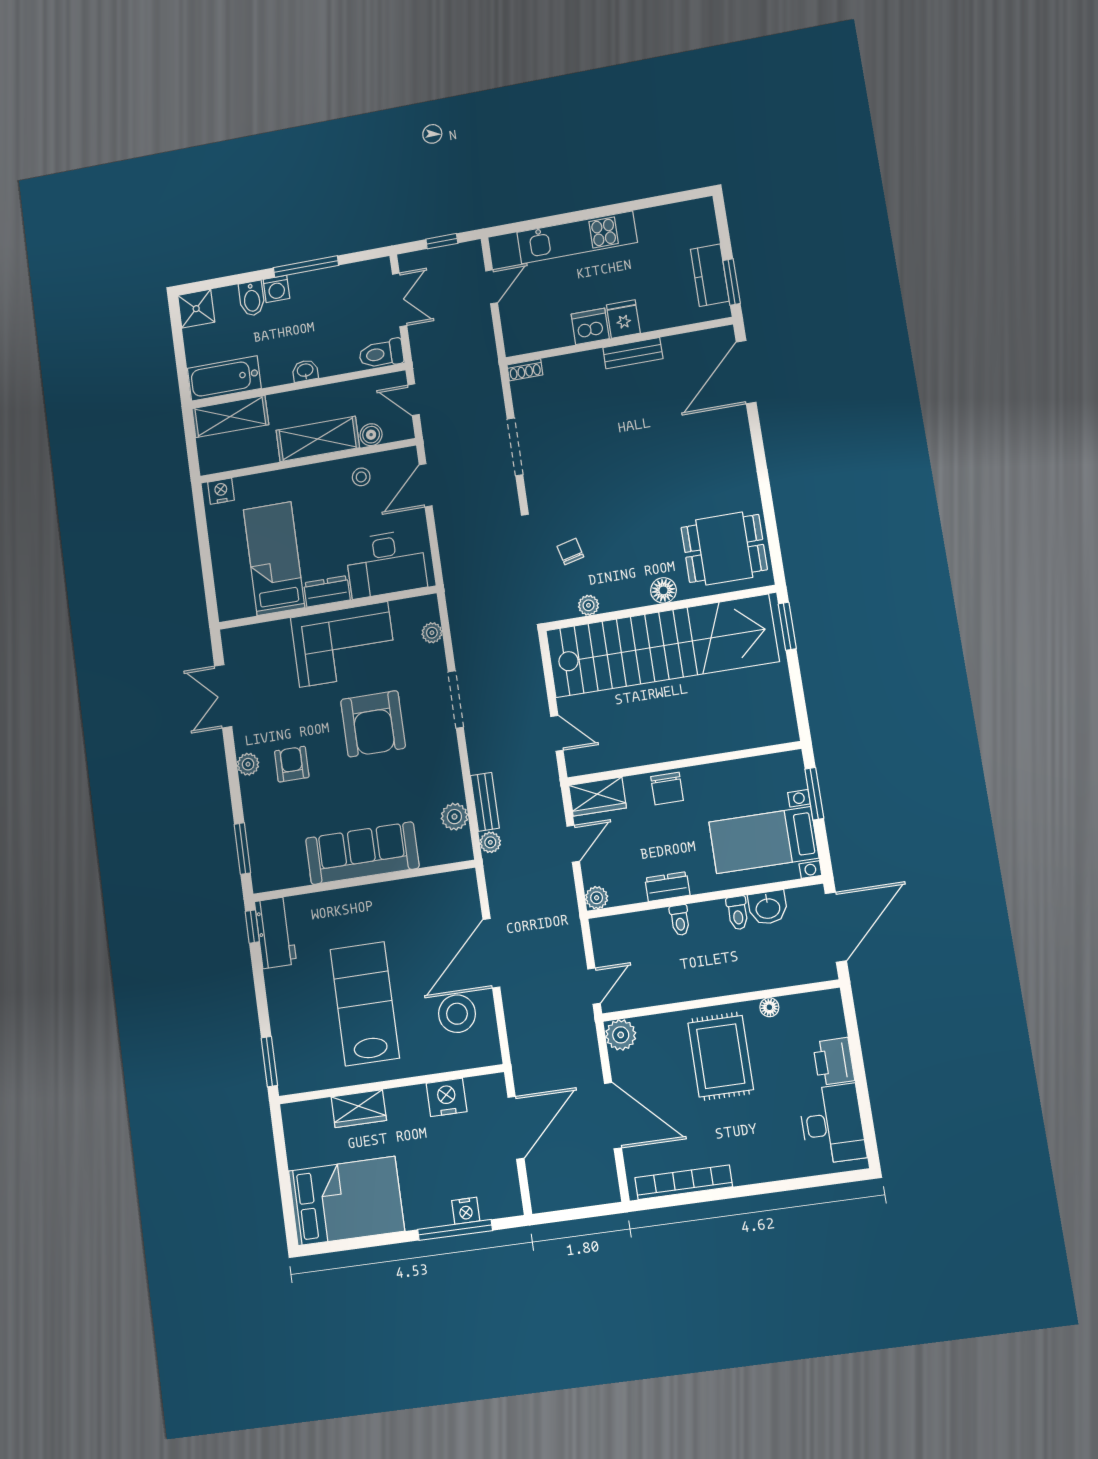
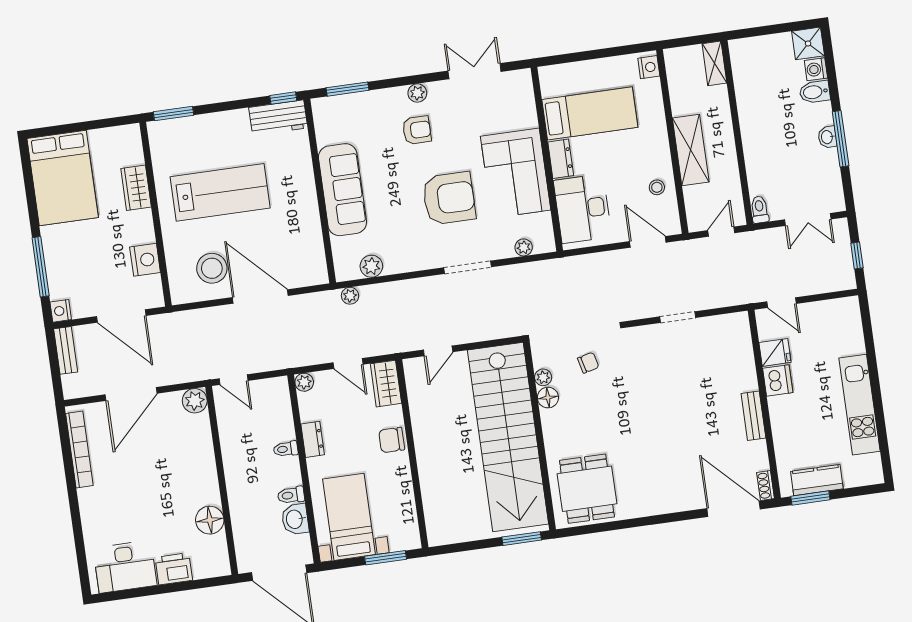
kitchen unit: (577, 237) -> (860, 405), moved
door: (492, 287) -> (781, 303), moved
washing machine: (276, 289) -> (816, 69), moved
fridge: (623, 319) -> (775, 352), moved
toilet: (381, 354) -> (760, 210), width x0.73, depth x0.72
shoe rack: (525, 370) -> (765, 486), moved
washbasin: (305, 371) -> (827, 137), moved, turned 180
bathtub: (224, 378) -> (746, 69), removed
shelving: (230, 417) -> (714, 63), width x0.67, depth x0.75
boiler: (371, 435) -> (693, 196), removed
doorway: (515, 447) -> (678, 317), width x0.73
floor lamp: (663, 590) -> (548, 398), moved
armchair: (373, 724) -> (449, 198), turned 180
bench: (485, 802) -> (66, 350), moved, turned 90
floor lamp: (769, 1007) -> (210, 520), width x1.89, depth x1.89
rug: (721, 1056) -> (178, 480), removed
nightstand: (466, 1211) -> (61, 311), moved

